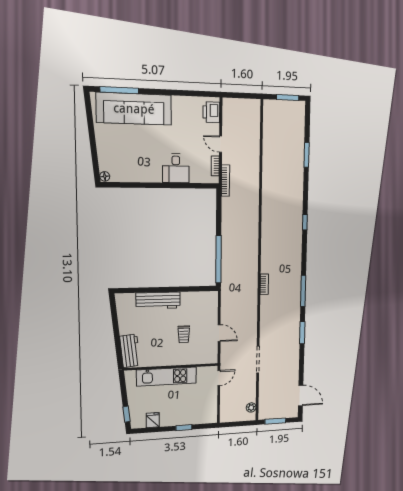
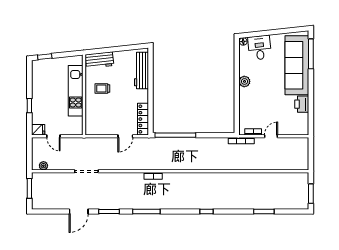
printer: (211, 112) -> (302, 104), moved, turned -90
desk: (176, 168) -> (260, 48), moved, turned 84
plant: (155, 176) -> (244, 81), added
locker: (200, 297) -> (143, 119), added
workbench: (158, 300) -> (141, 71), moved
door: (219, 333) -> (125, 136), moved
trolley: (184, 334) -> (102, 89), moved
door: (219, 378) -> (53, 136), moved
door: (301, 396) -> (79, 212), moved
fridge: (153, 420) -> (38, 130), moved

